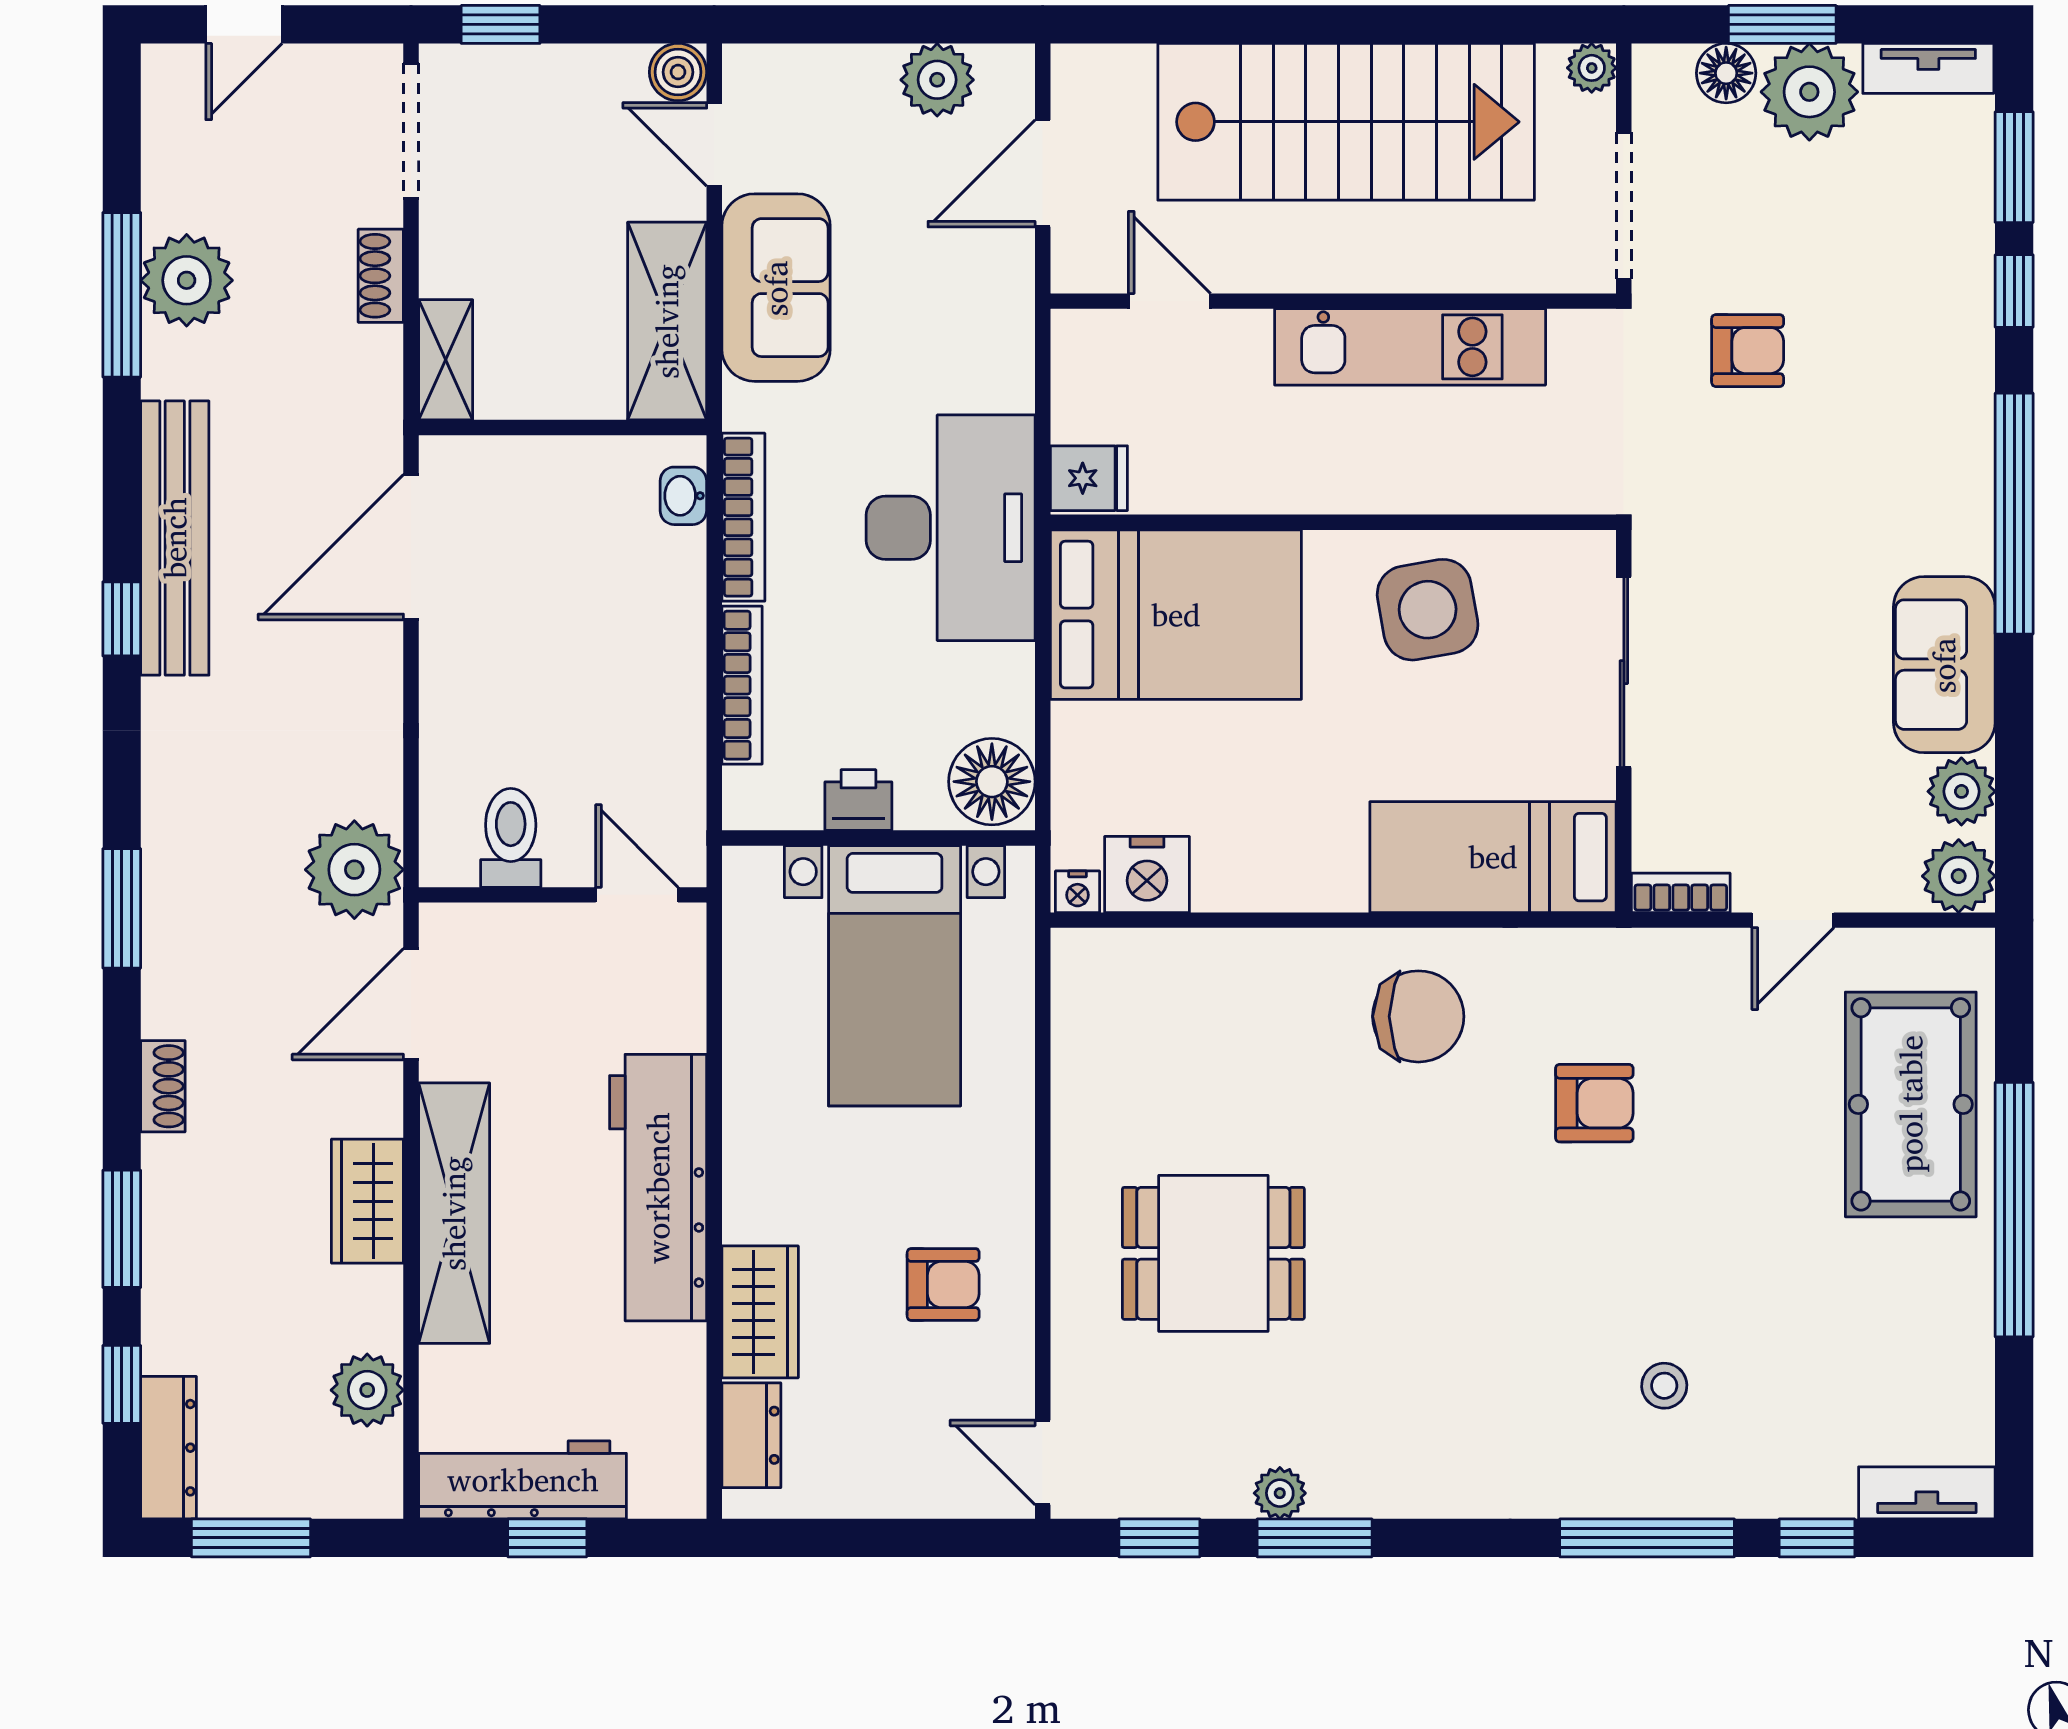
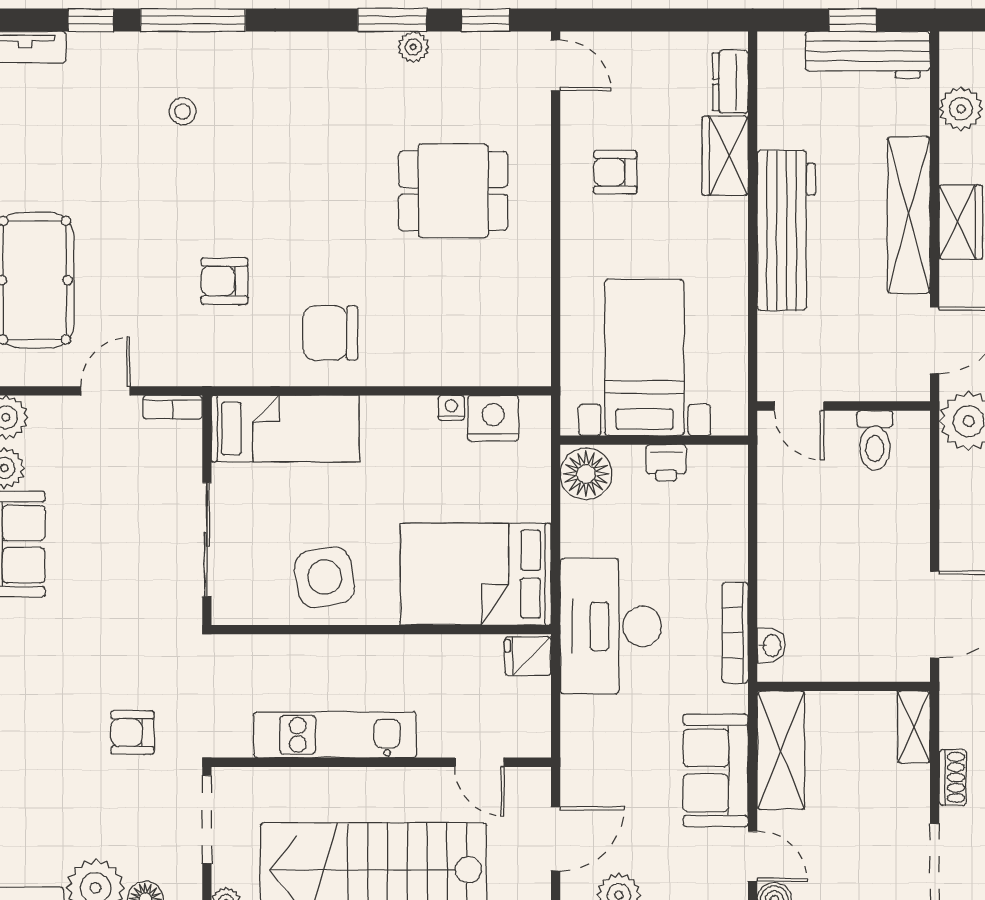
bookcase: (742, 685) -> (736, 532), removed
nightstand: (1077, 892) -> (451, 408), moved

